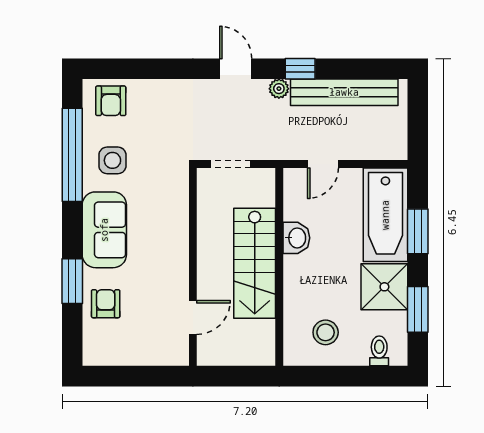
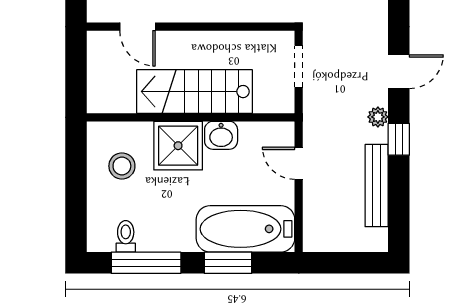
bench: (344, 92) -> (377, 186), width x0.73, depth x0.82
shower: (384, 287) -> (178, 146), moved
window: (418, 309) -> (146, 263), width x1.44
toilet: (379, 351) -> (126, 236), moved, turned -90

